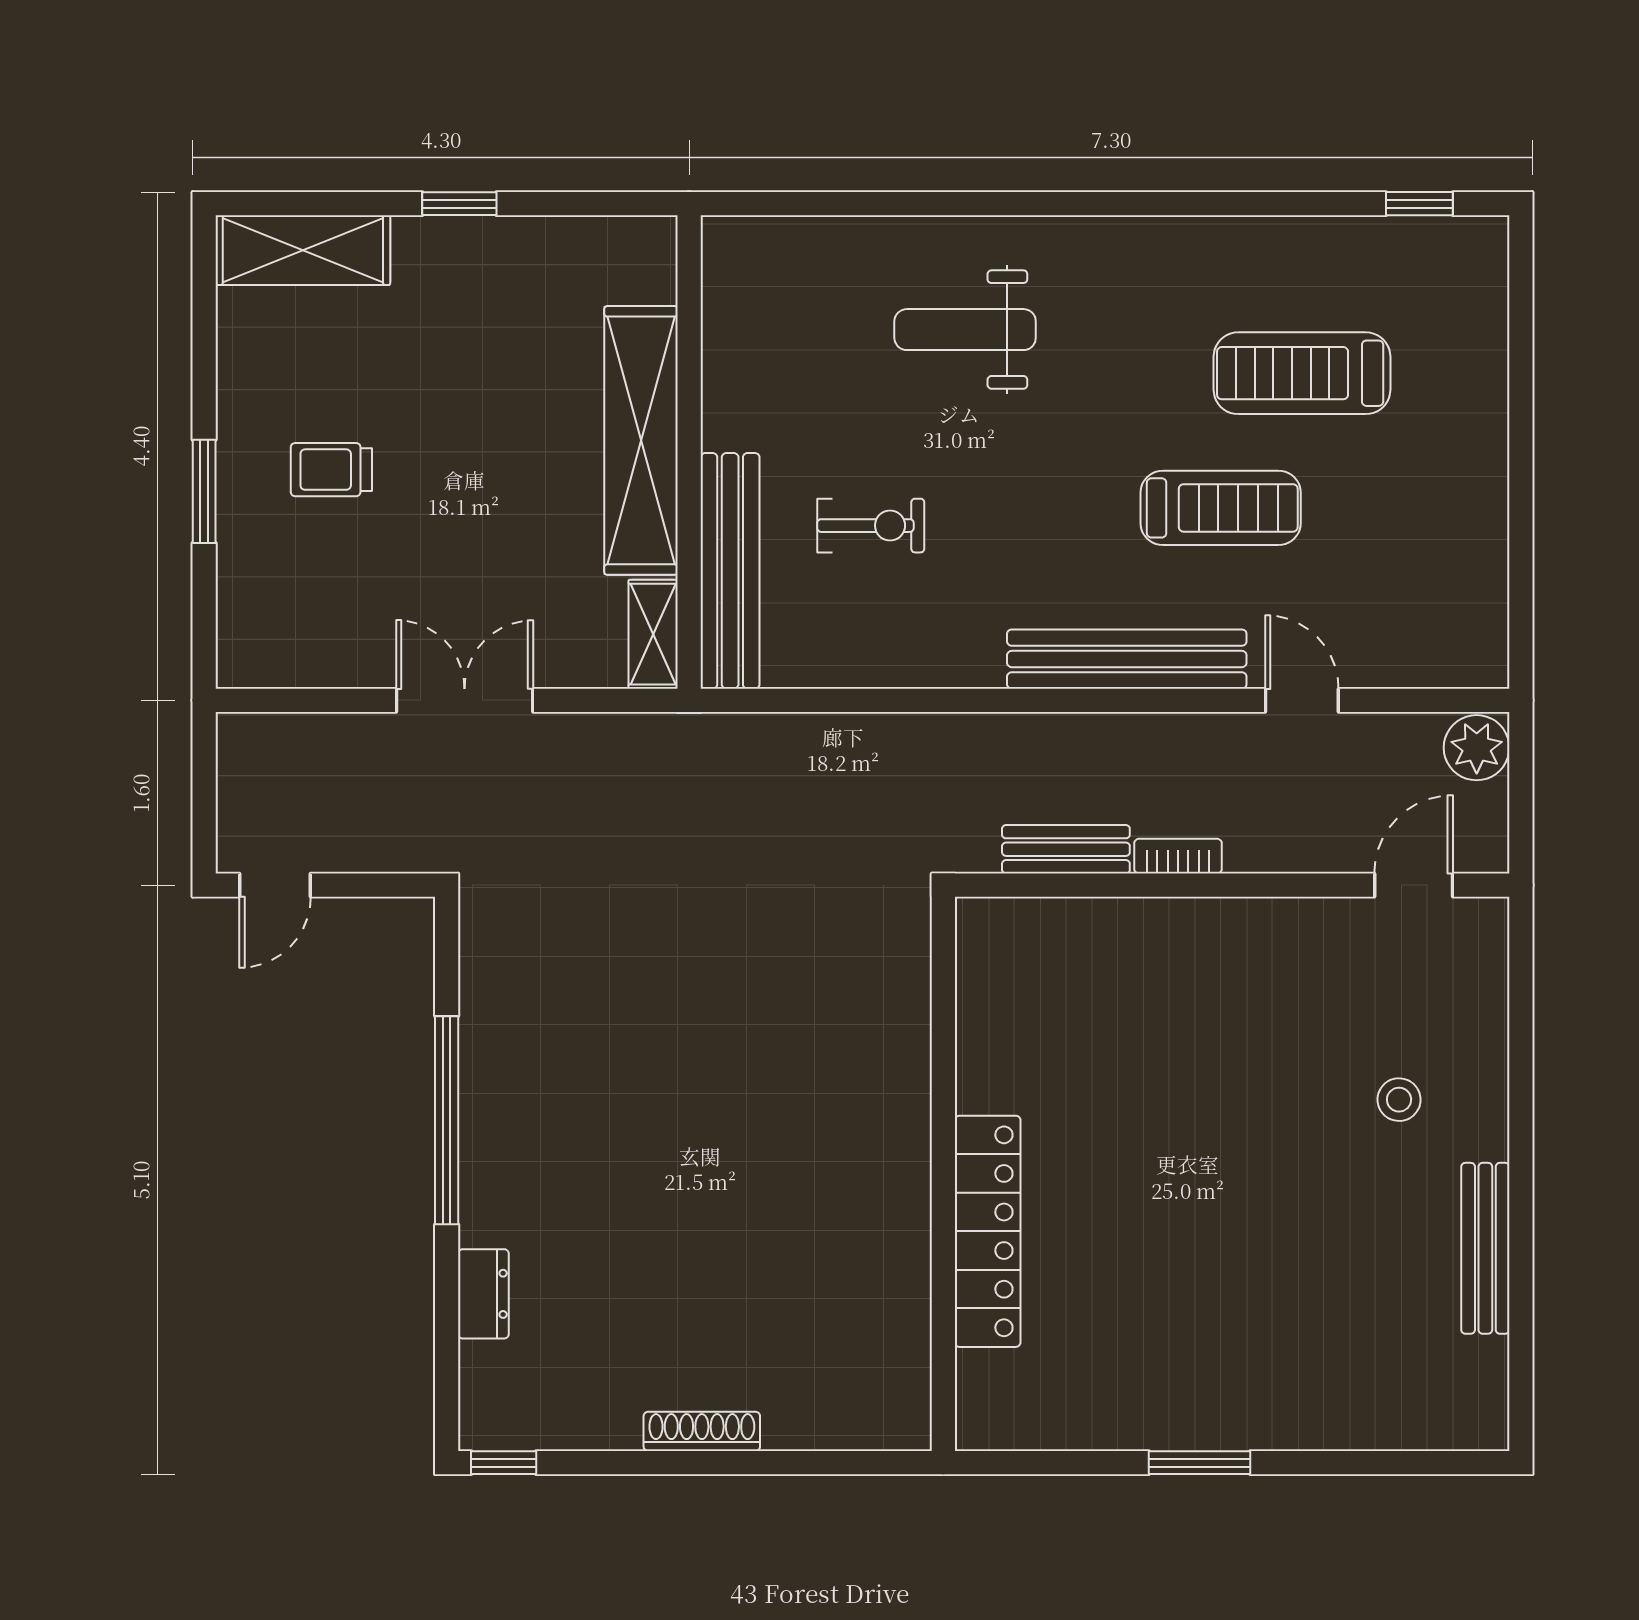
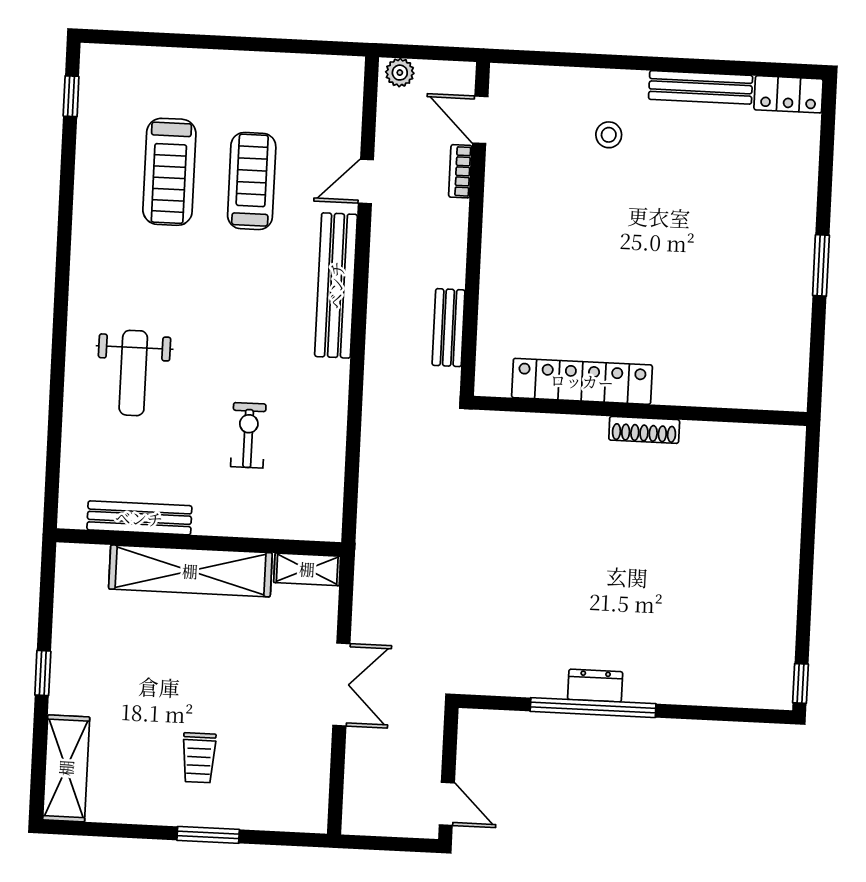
treadmill: (1221, 508) -> (252, 181), moved
bench: (730, 571) -> (139, 518), moved, width x0.73, depth x0.82
double door: (465, 700) -> (341, 684), swing flipped
plant: (1477, 748) -> (400, 73), width x0.73, depth x0.73
bookcase: (1178, 856) -> (460, 171), moved
locker: (988, 1231) -> (582, 381), moved
dresser: (483, 1294) -> (595, 686), moved
locker: (1481, 1395) -> (788, 94), added
shoe rack: (702, 1431) -> (644, 430), moved, turned -90

